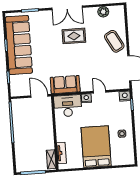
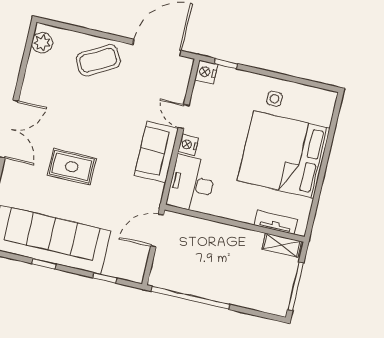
plant: (103, 12) -> (42, 43), moved
rug: (74, 36) -> (72, 167), moved, turned 90
sofa: (65, 85) -> (156, 152), moved
door: (100, 92) -> (184, 116), hinge flipped
bed: (96, 147) -> (284, 154), width x1.36

